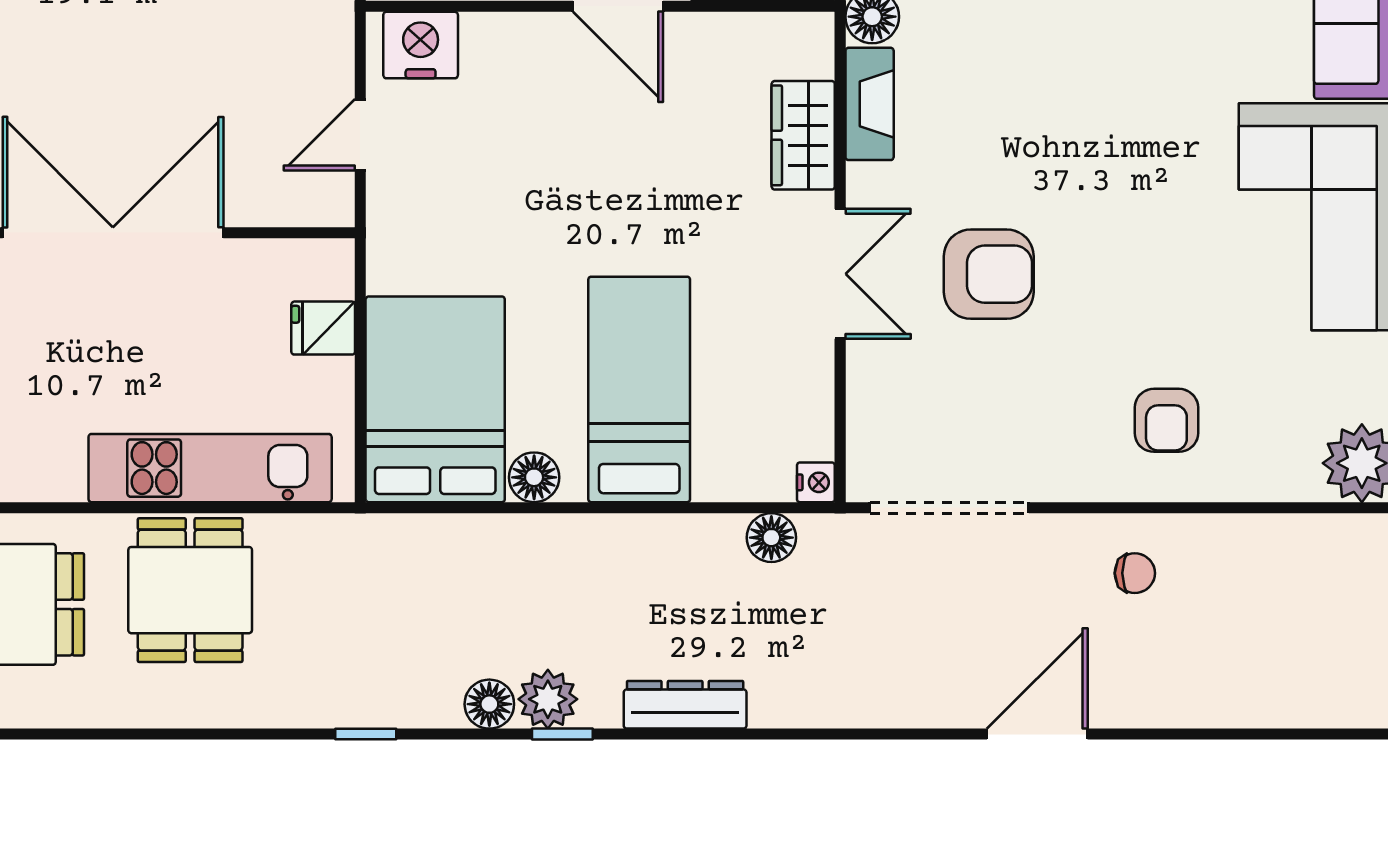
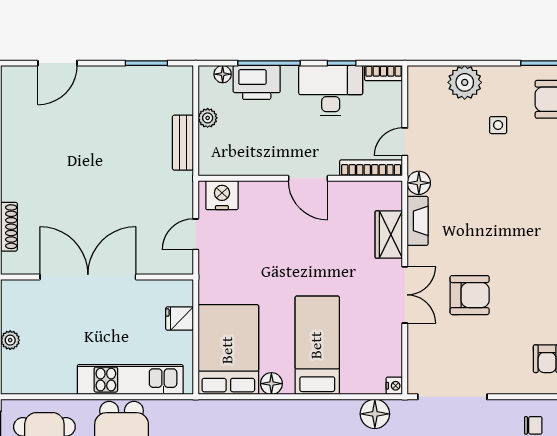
floor lamp: (771, 538) -> (375, 414), width x1.38, depth x1.38

